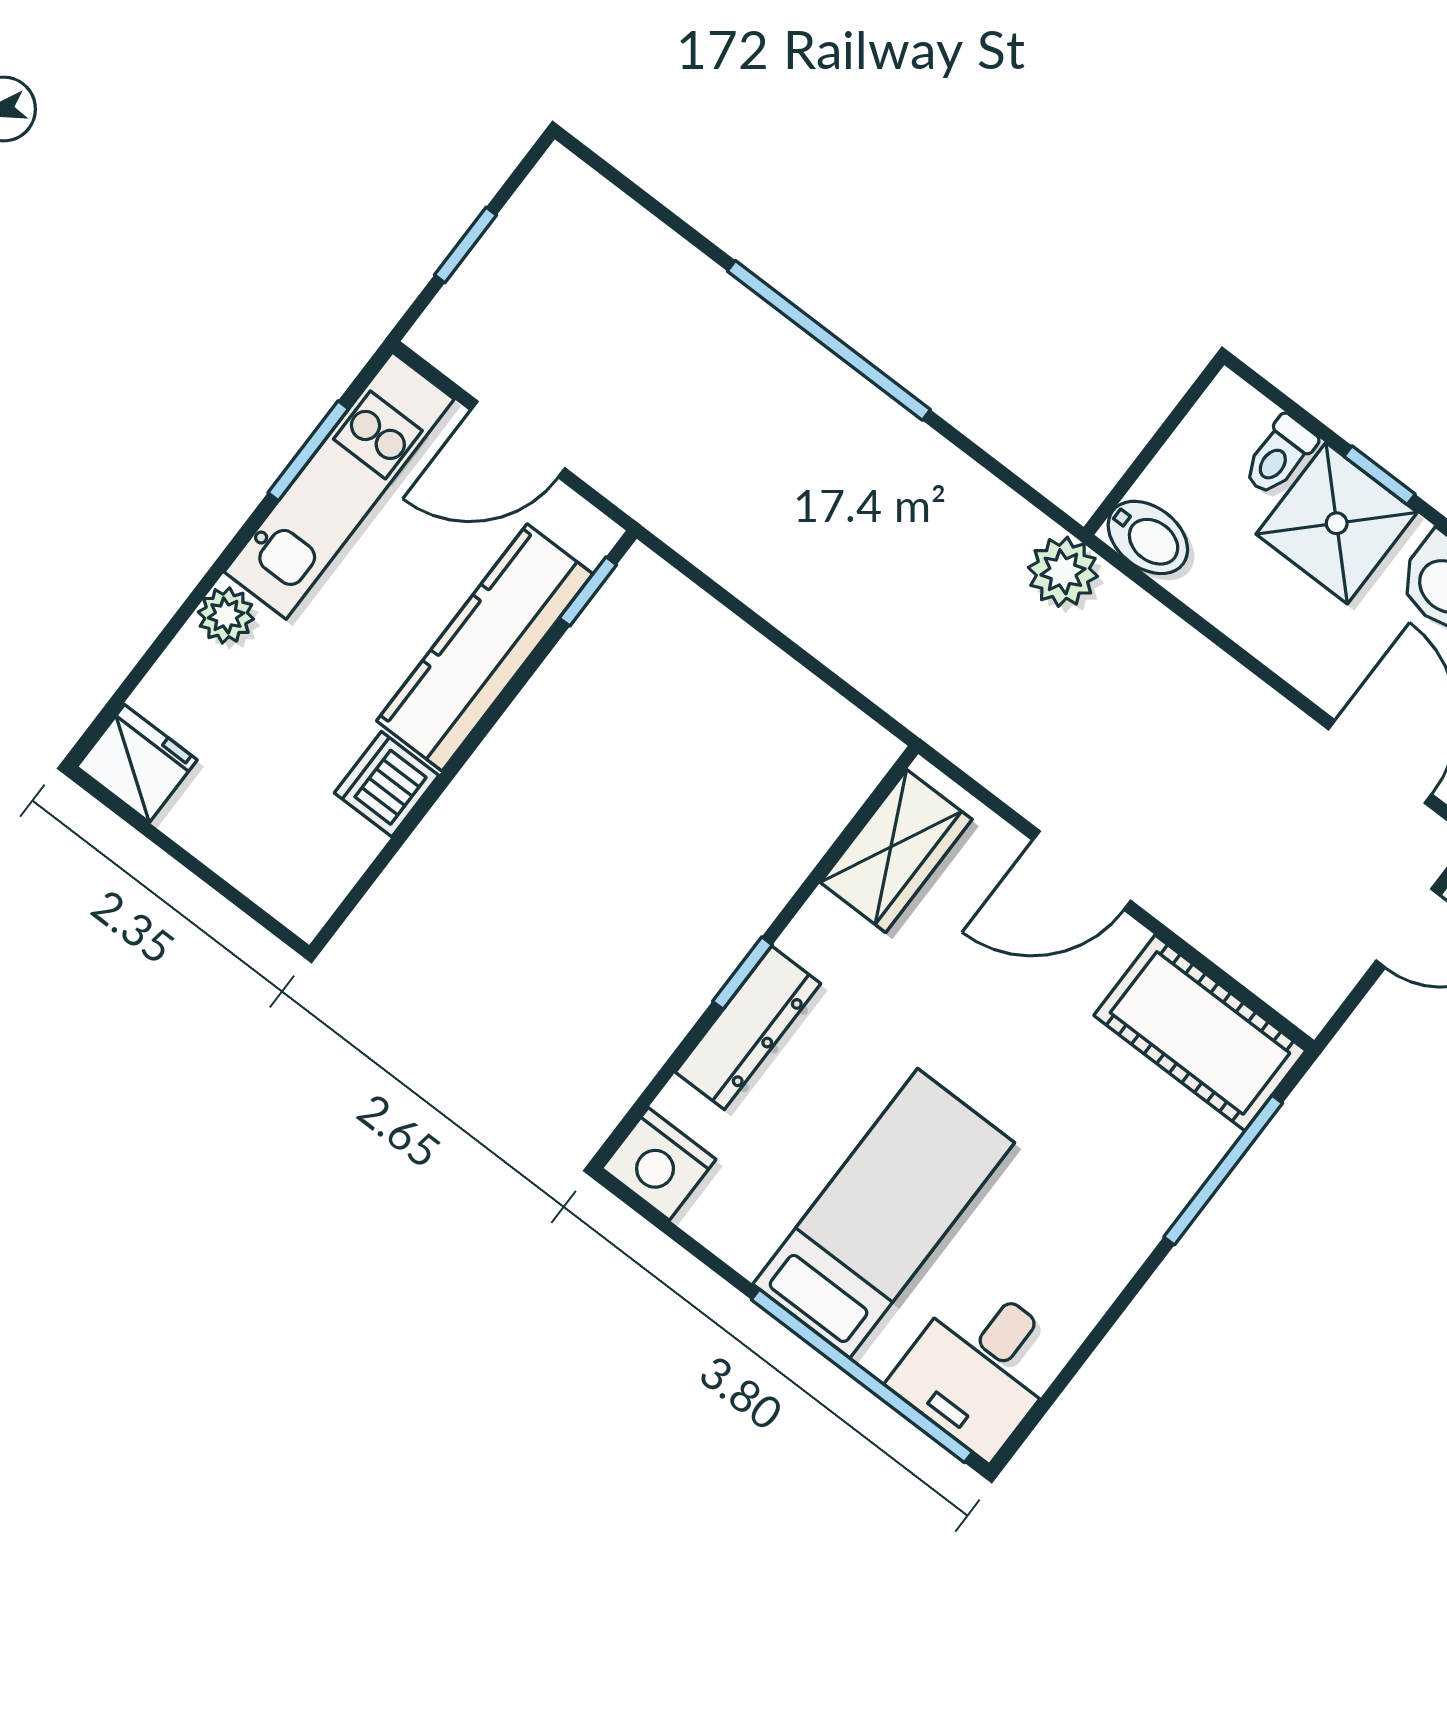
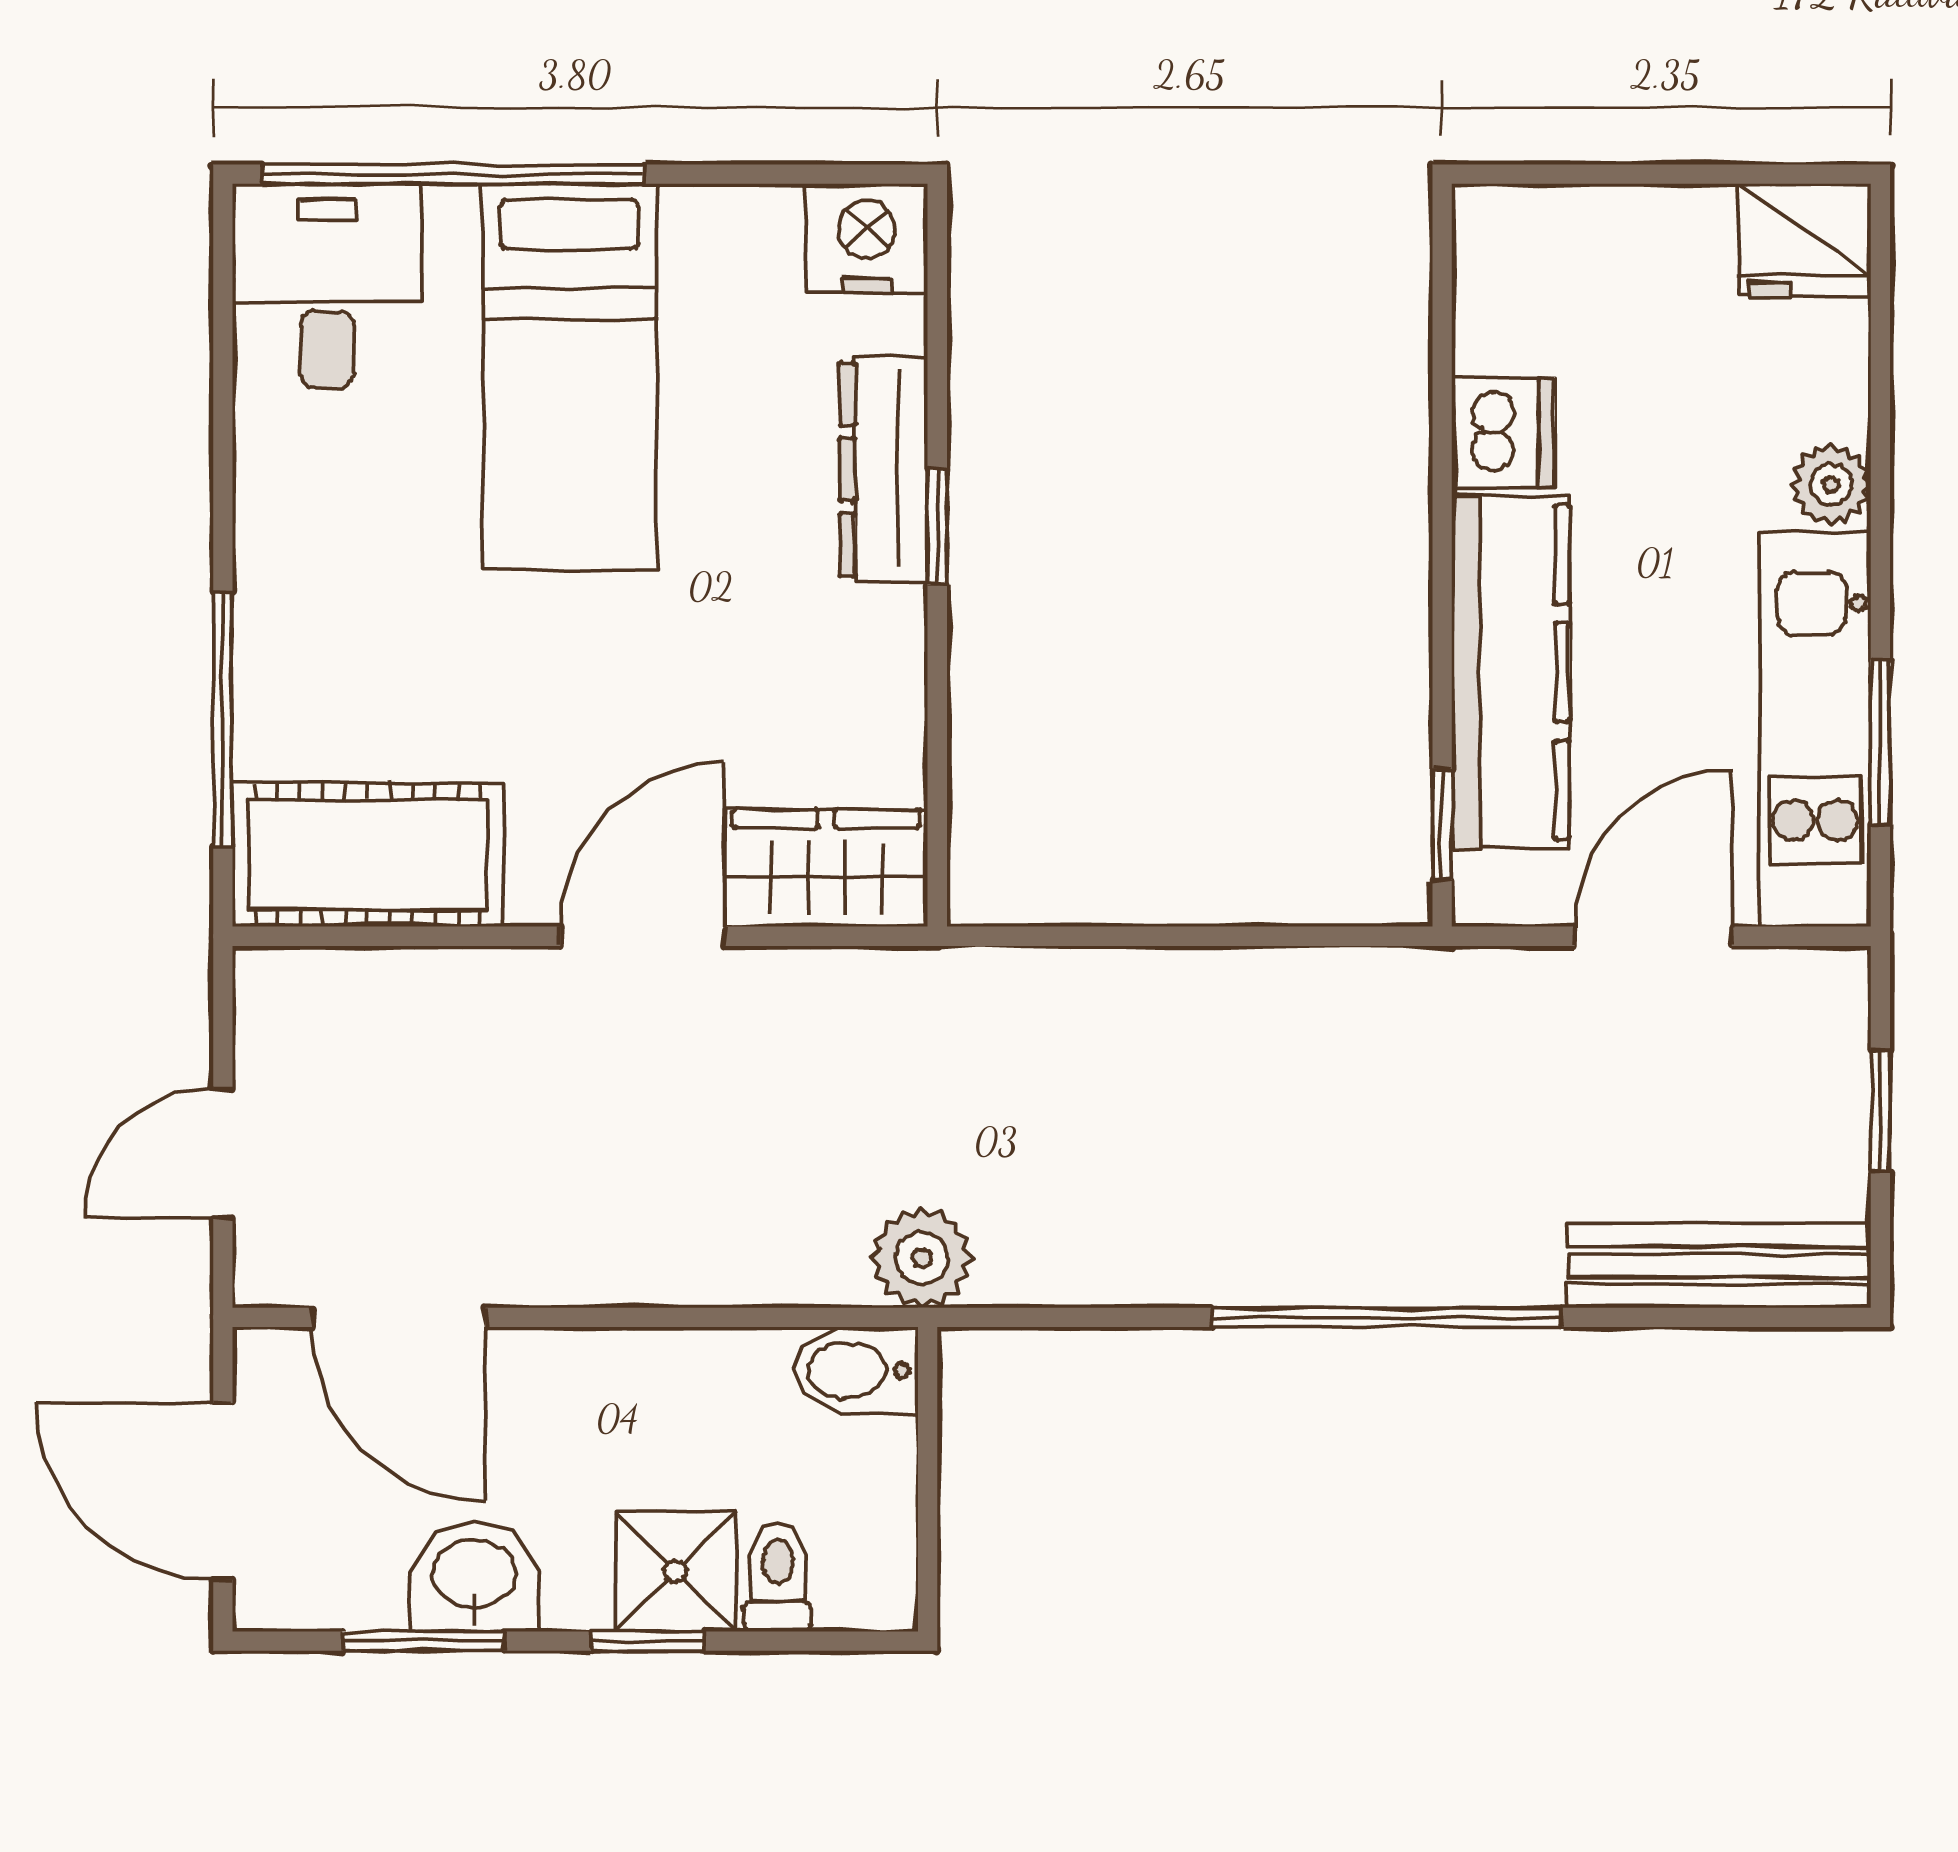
bench: (621, 227) -> (1719, 1265), added
shower: (1337, 523) -> (676, 1571), width x0.73, depth x0.73
wardrobe: (896, 851) -> (826, 868), moved, turned 90

